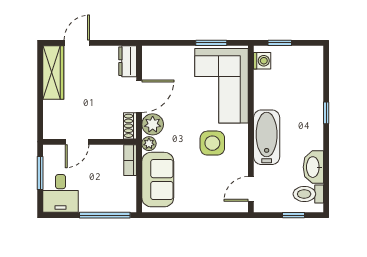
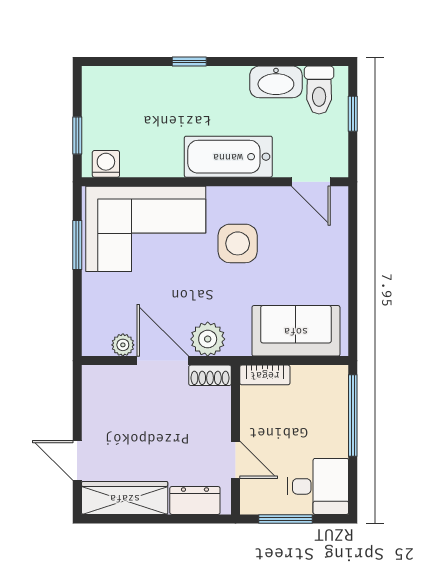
dresser: (128, 61) -> (195, 500), moved, turned 180
plant: (149, 144) -> (123, 345), moved

